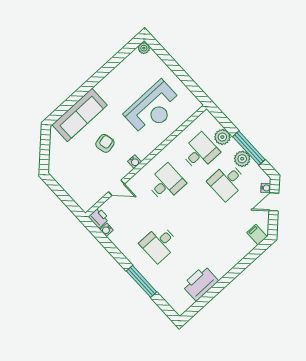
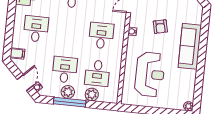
reception desk: (153, 108) -> (150, 74), turned 180
sofa: (80, 115) -> (190, 46), moved
desk: (166, 183) -> (101, 36), turned 180
desk: (220, 242) -> (36, 29), added

